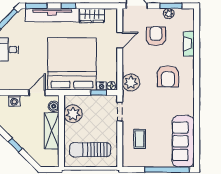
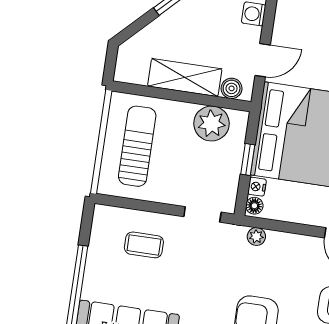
plant: (131, 82) -> (256, 237), width x0.53, depth x0.53
door: (37, 93) -> (263, 60), hinge flipped
window: (99, 93) -> (248, 159), moved

